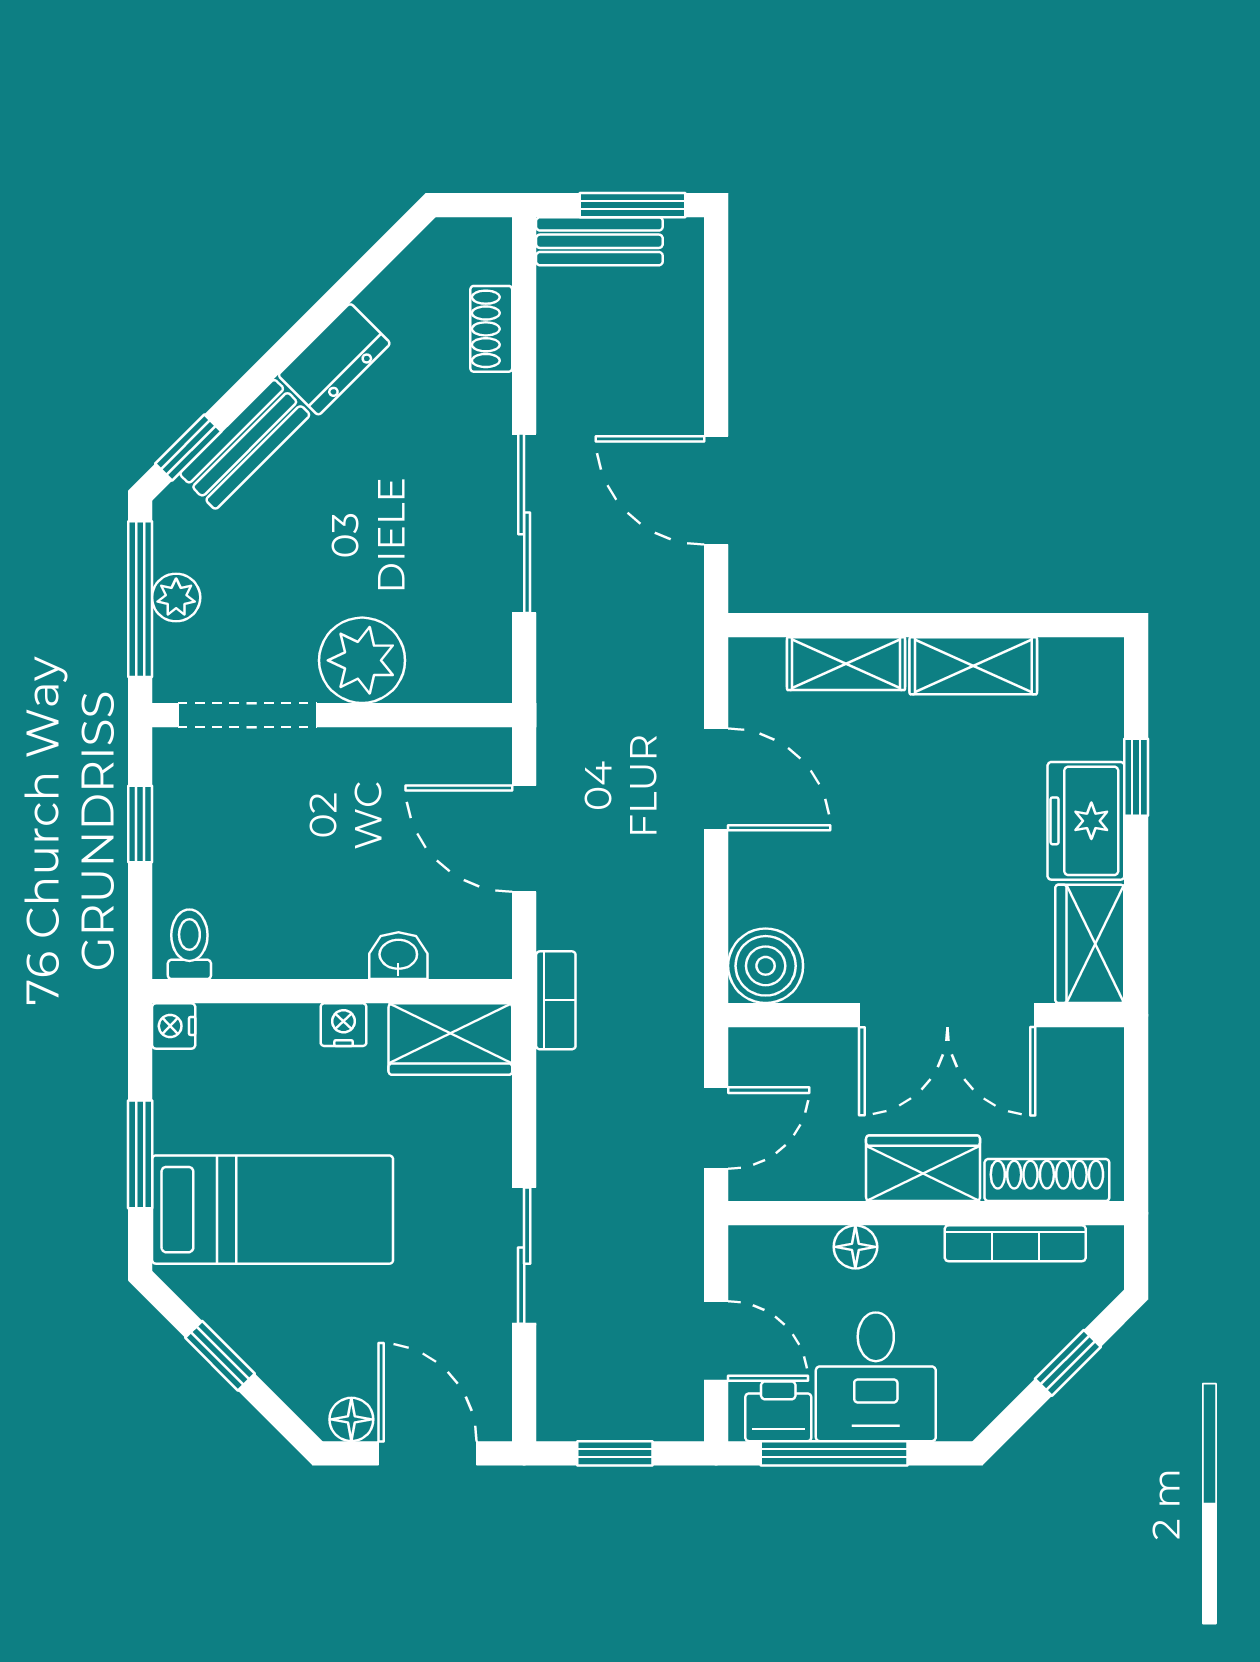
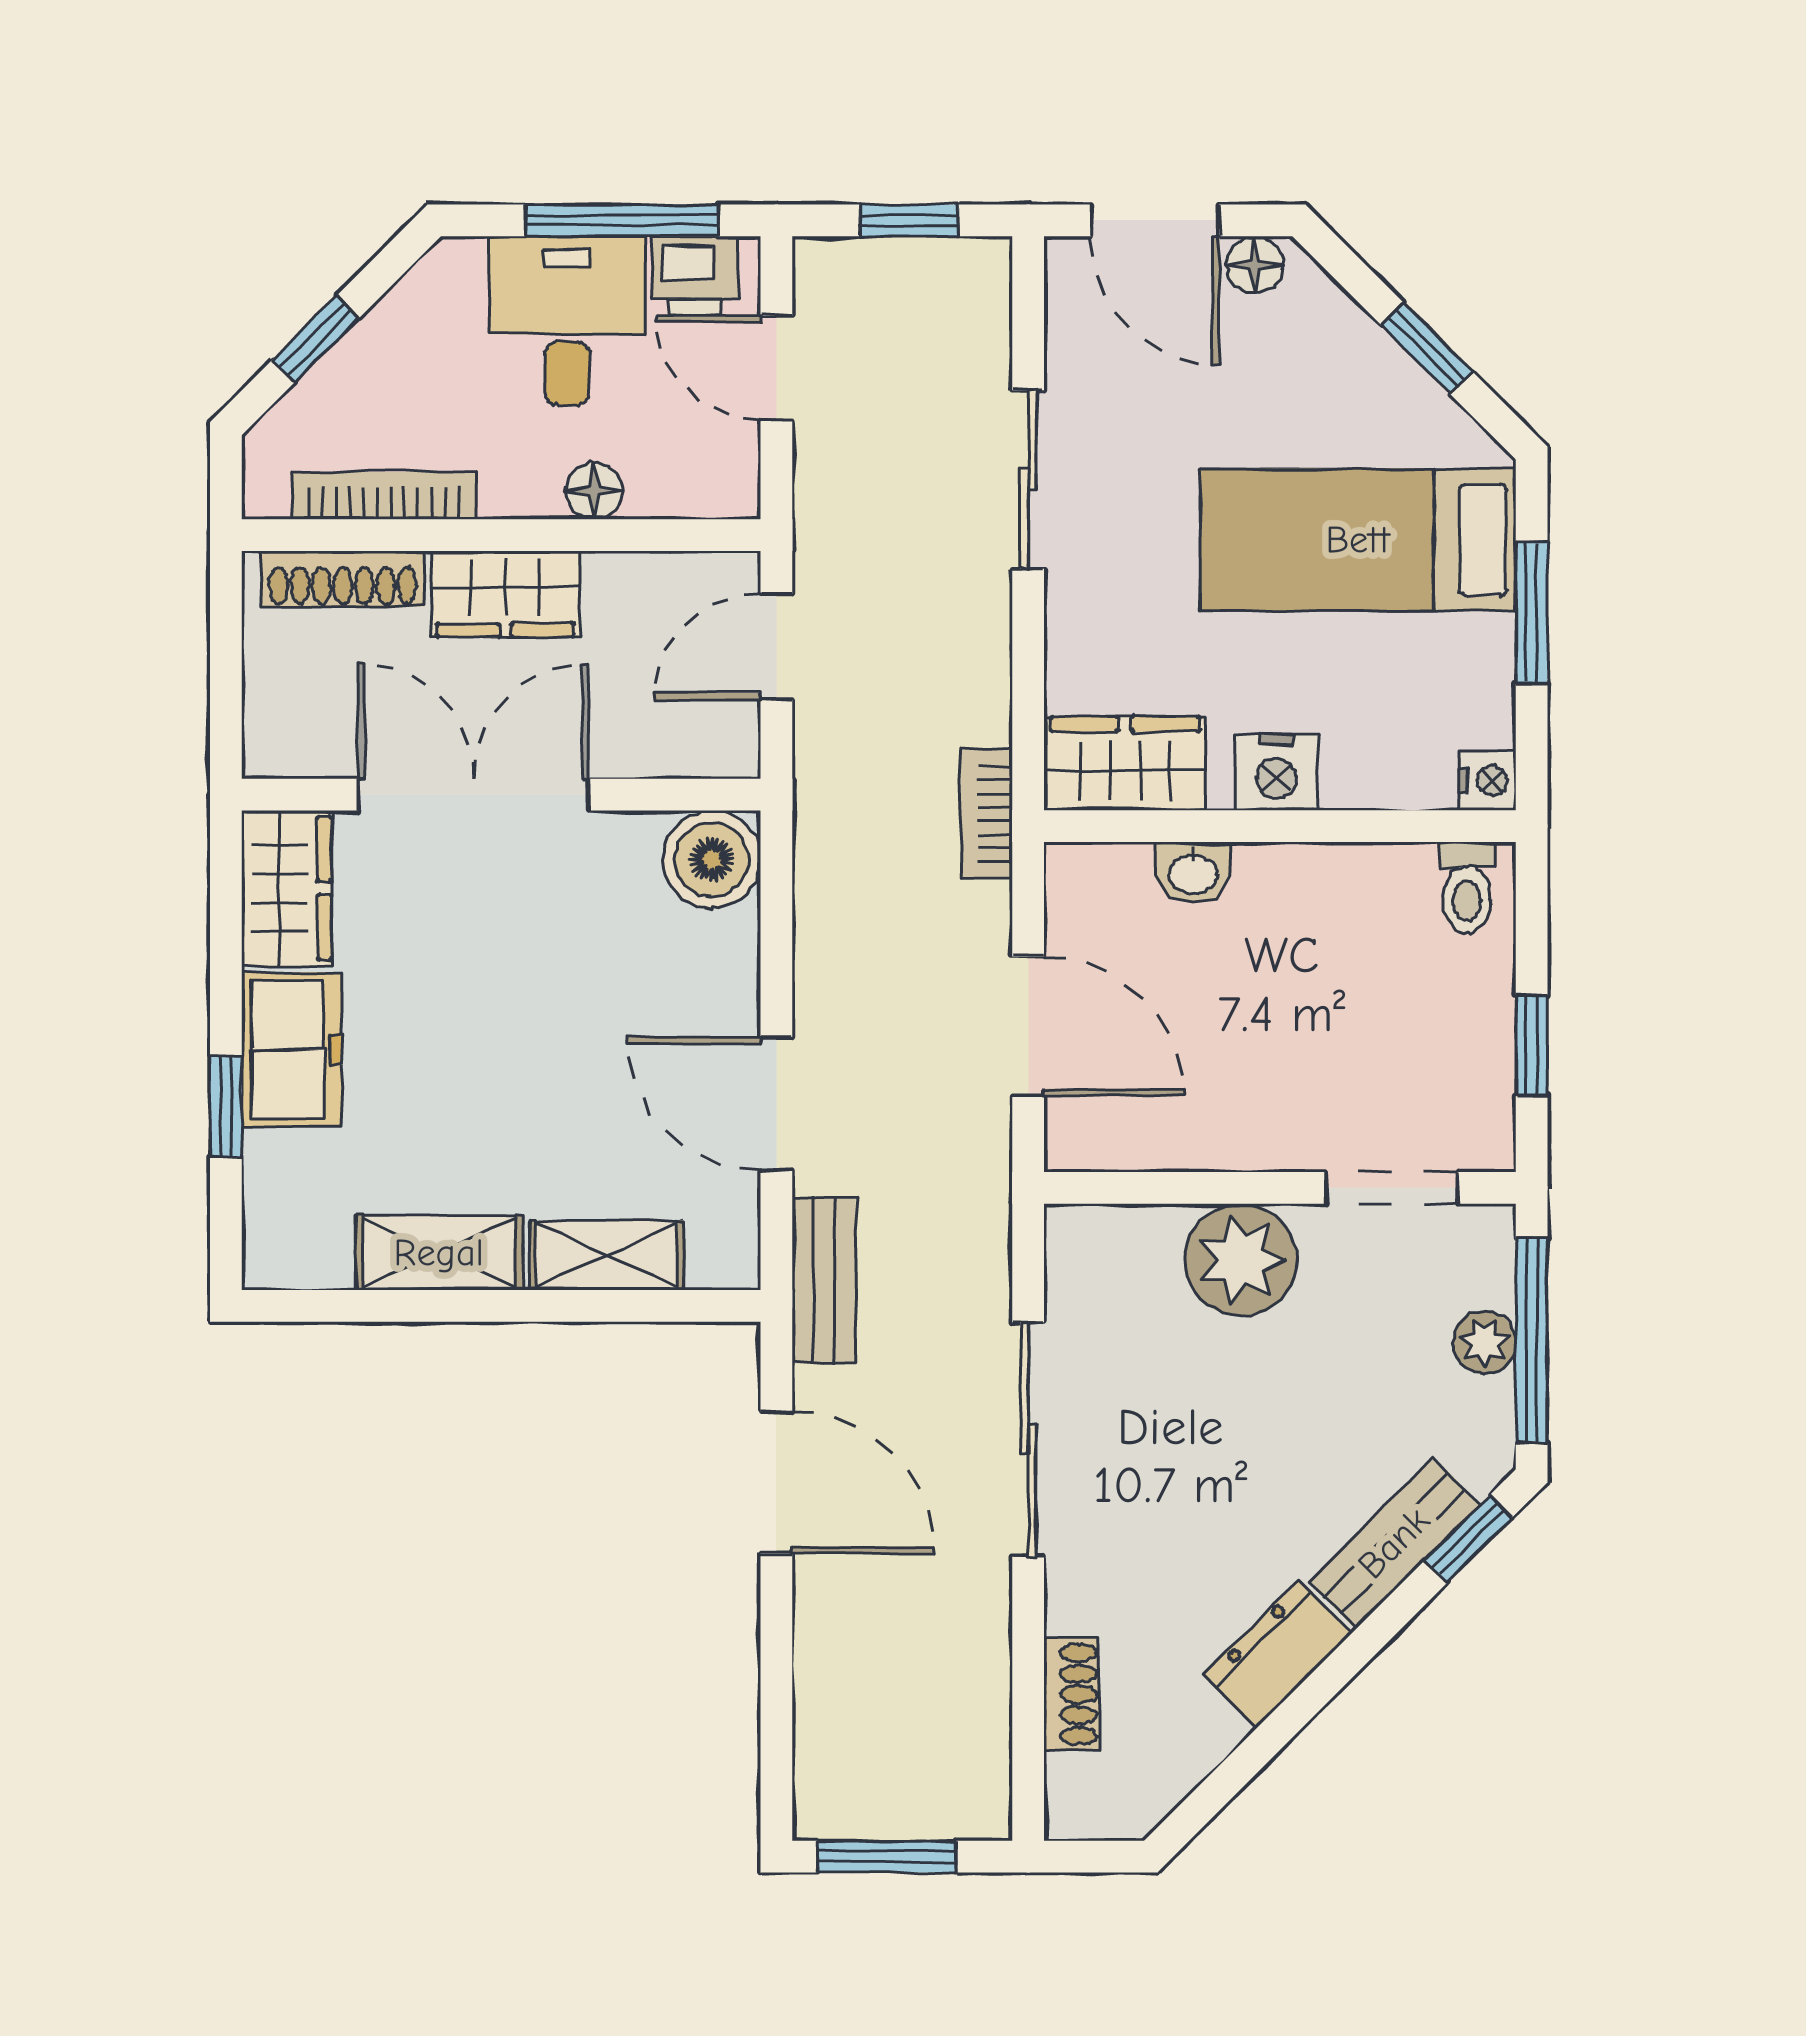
bench: (599, 241) -> (824, 1280), moved, turned 90
doorway: (247, 715) -> (1391, 1188), width x0.73
nightstand: (344, 1025) -> (1277, 772), width x1.39, depth x1.35

